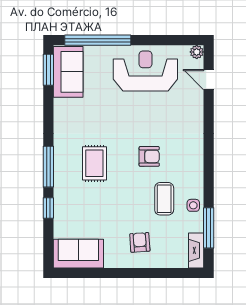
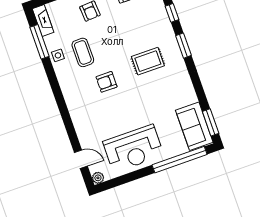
rug: (94, 163) -> (148, 61), turned 90
window: (48, 167) -> (184, 46), width x0.69

